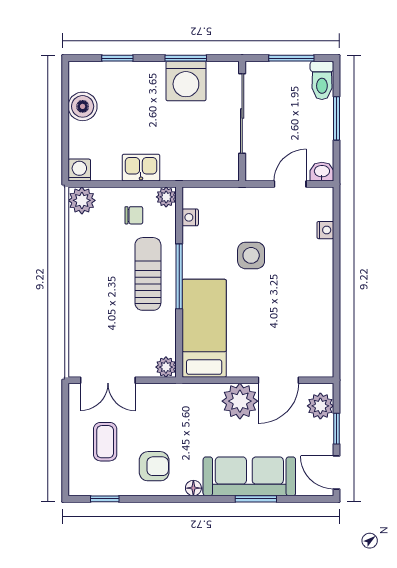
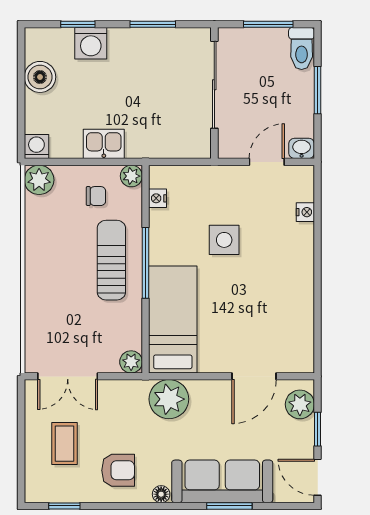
washing machine: (186, 81) -> (91, 43), moved, width x0.73, depth x0.73
plant: (240, 401) -> (169, 399), moved

